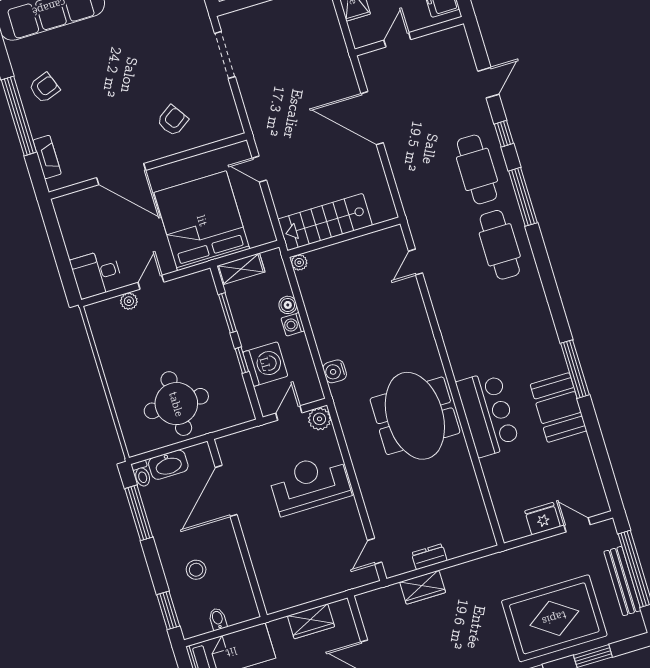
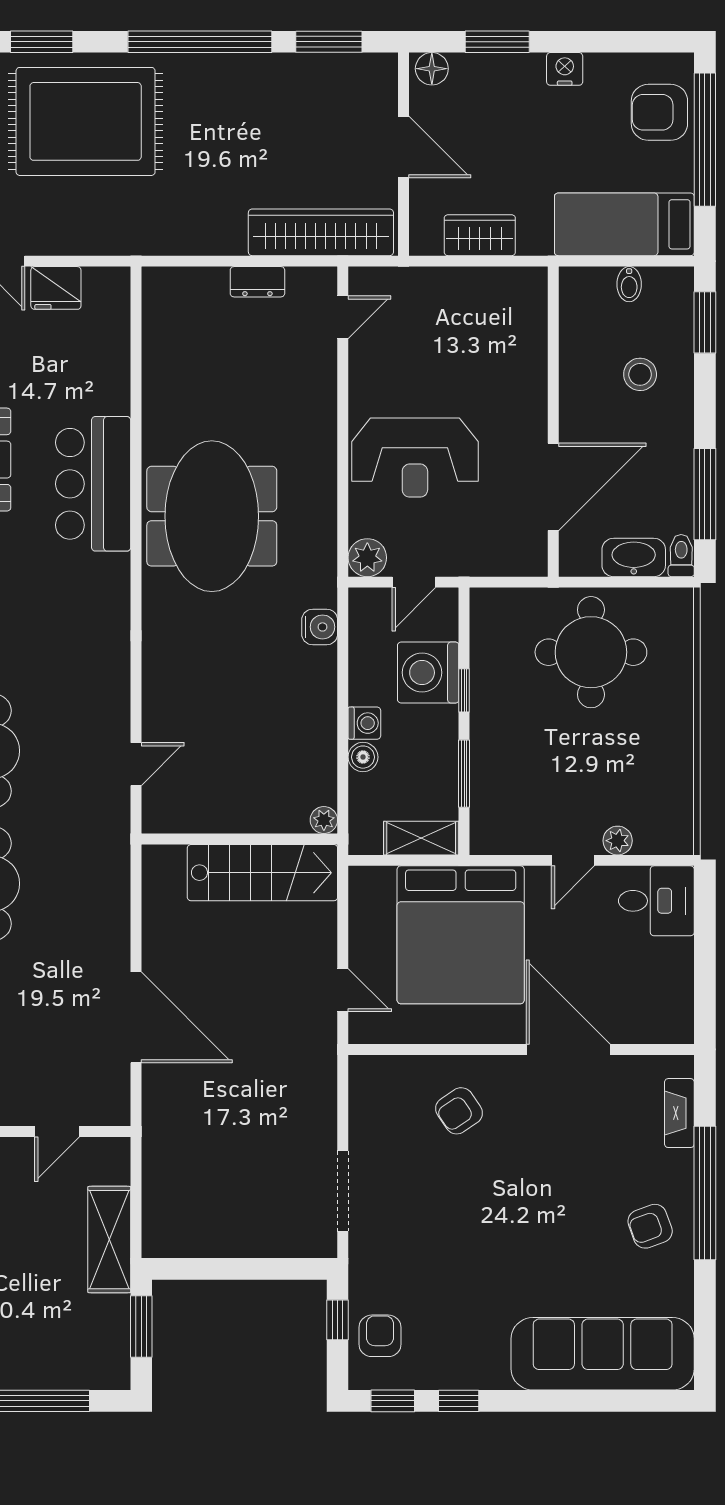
wardrobe: (423, 587) -> (321, 232), width x2.10, depth x1.17

